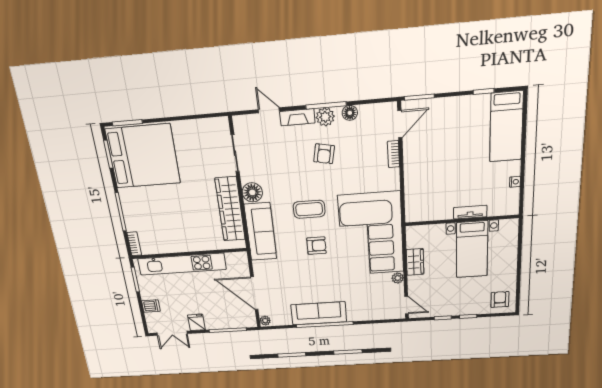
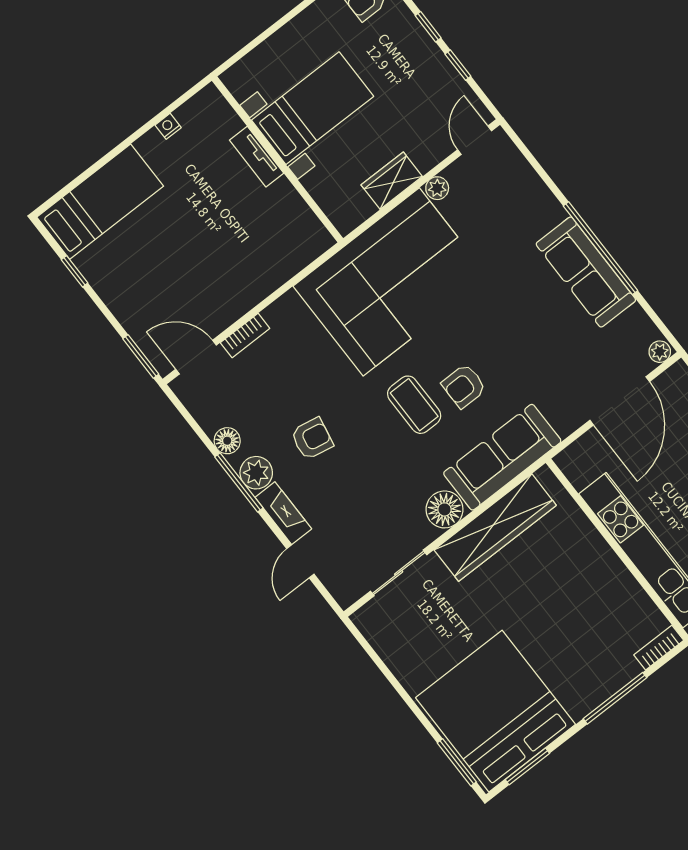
armchair: (316, 246) -> (464, 386), moved, turned -90

